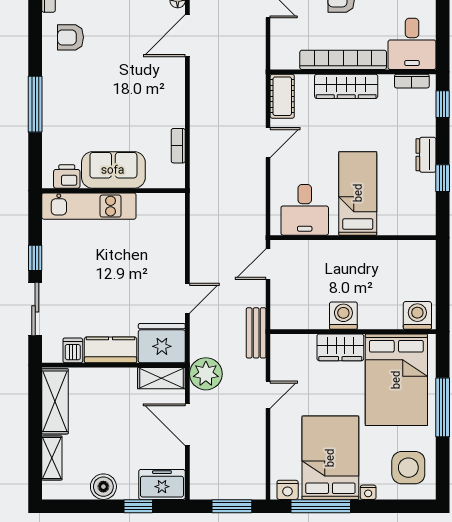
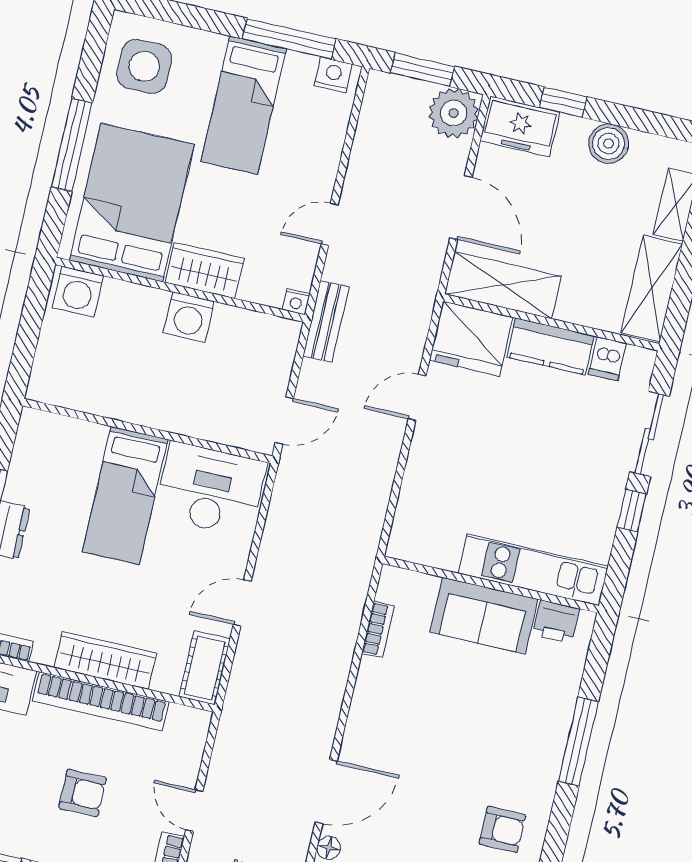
desk: (305, 210) -> (210, 489), width x1.37
plant: (206, 374) -> (454, 113), moved
shelving: (161, 378) -> (503, 285), width x1.50, depth x1.33
bed: (330, 458) -> (244, 105), width x0.67
nightstand: (368, 492) -> (296, 302), moved, turned 180

